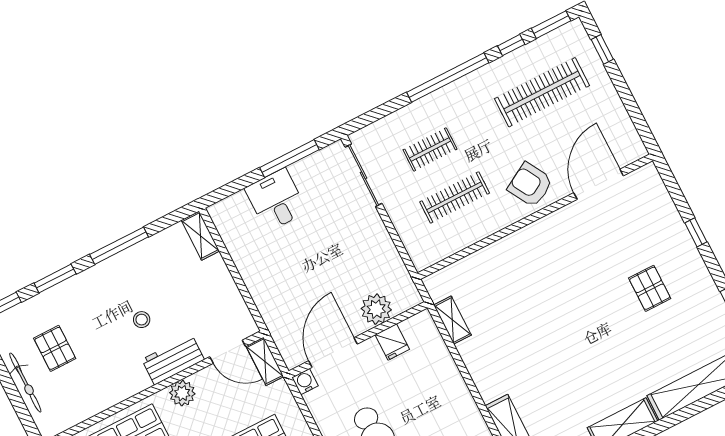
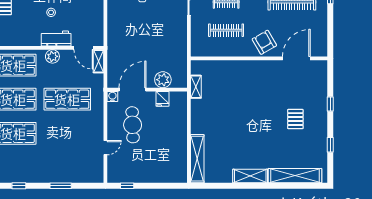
plant: (376, 309) -> (163, 80), moved
wall: (358, 340) -> (147, 90), moved
fridge: (392, 342) -> (163, 99), moved
door: (333, 352) -> (132, 90), moved
water cooler: (305, 382) -> (112, 97), moved

